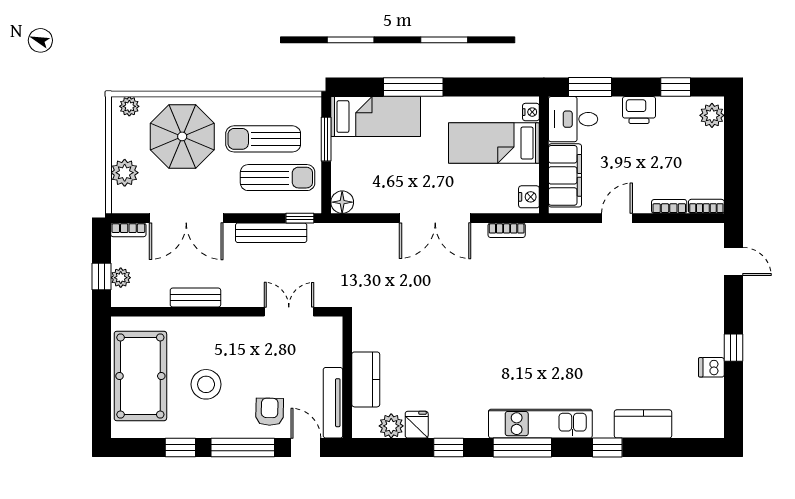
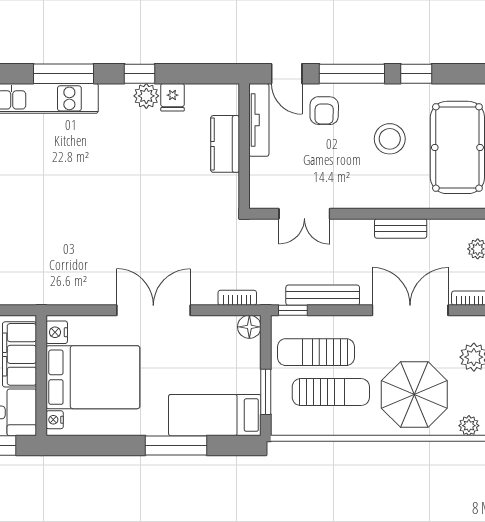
bed: (494, 143) -> (93, 377), width x1.50
bookcase: (507, 230) -> (237, 298), moved
plant: (391, 426) -> (146, 96), moved

